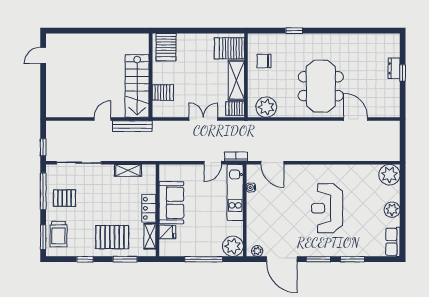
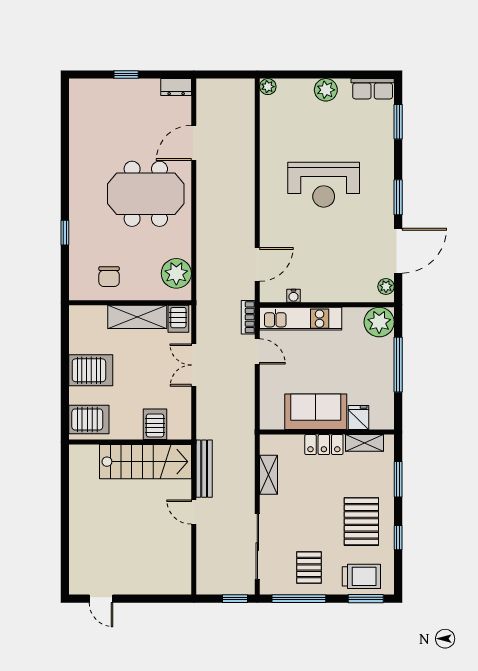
server rack: (229, 48) -> (91, 370), moved, turned -90
dresser: (394, 68) -> (176, 87), moved
plant: (389, 175) -> (268, 87), width x0.53, depth x0.53
pallet: (112, 237) -> (361, 521), moved
window: (352, 259) -> (398, 122), moved

